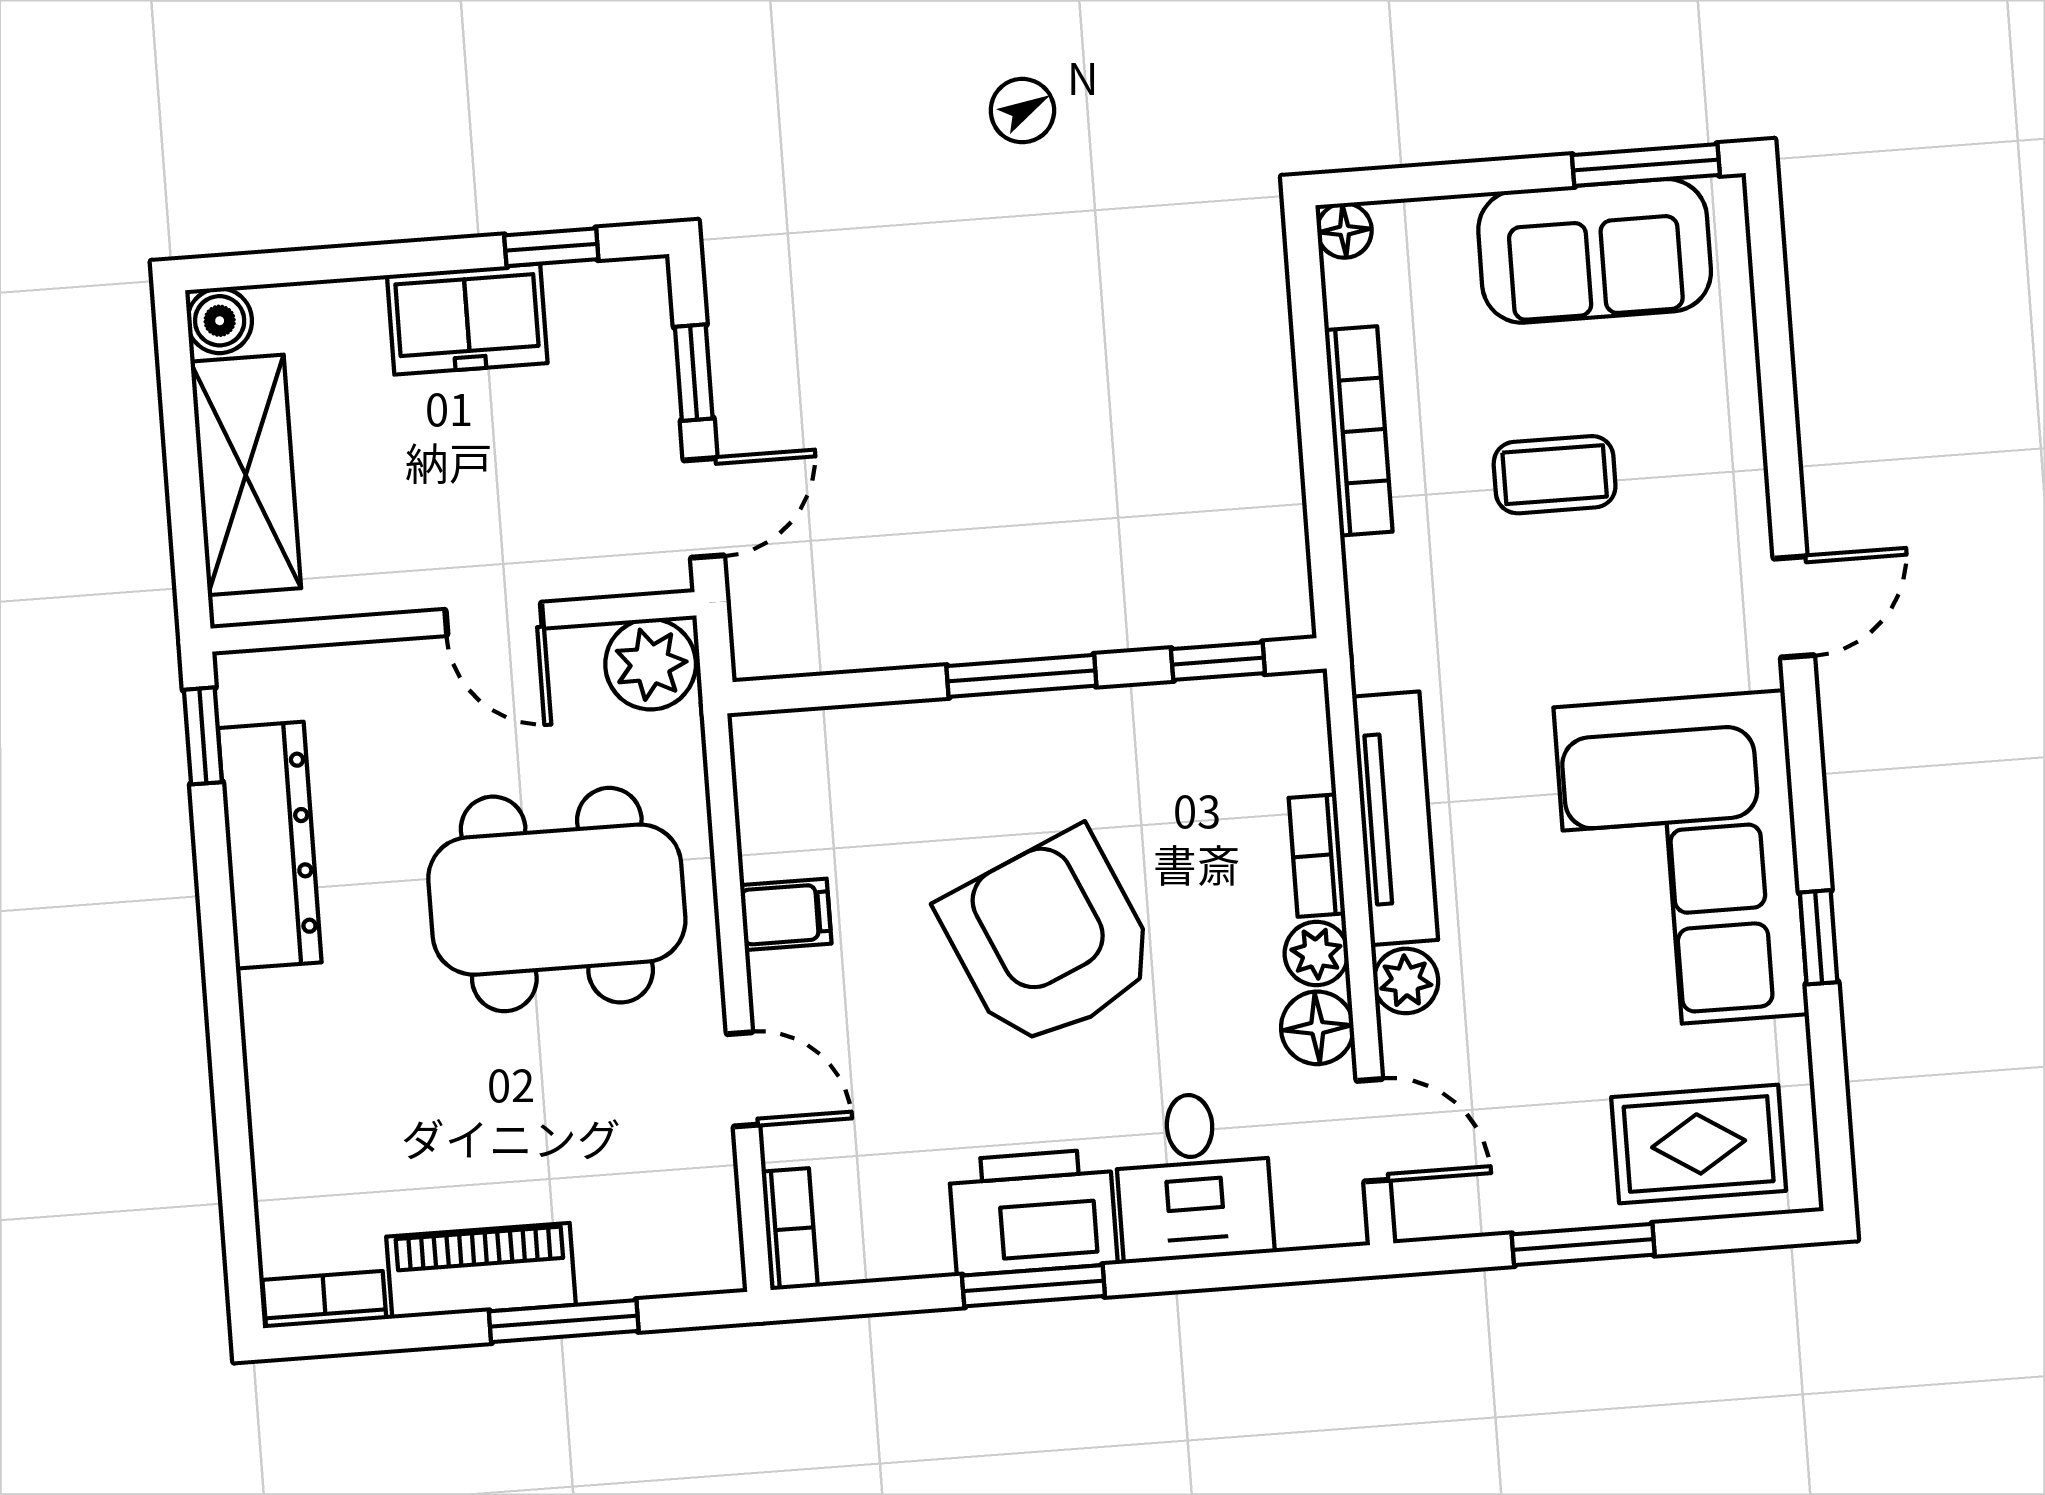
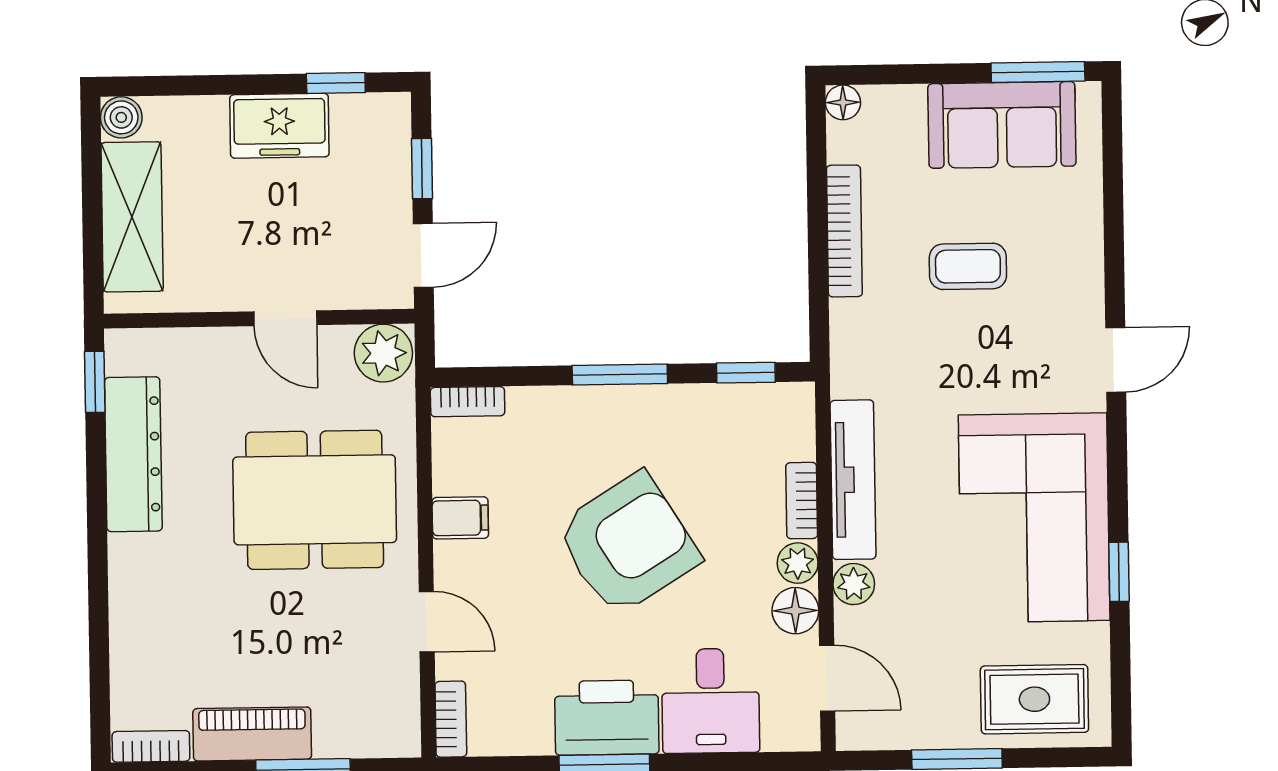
bookcase: (786, 732) -> (468, 402), added
armchair: (1049, 940) -> (628, 544), turned 82

